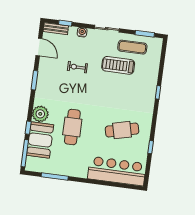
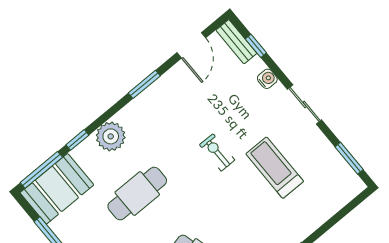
exercise mat: (132, 47) -> (316, 161), removed
exercise bike: (77, 67) -> (217, 152), moved
booth: (40, 140) -> (57, 189), moved

